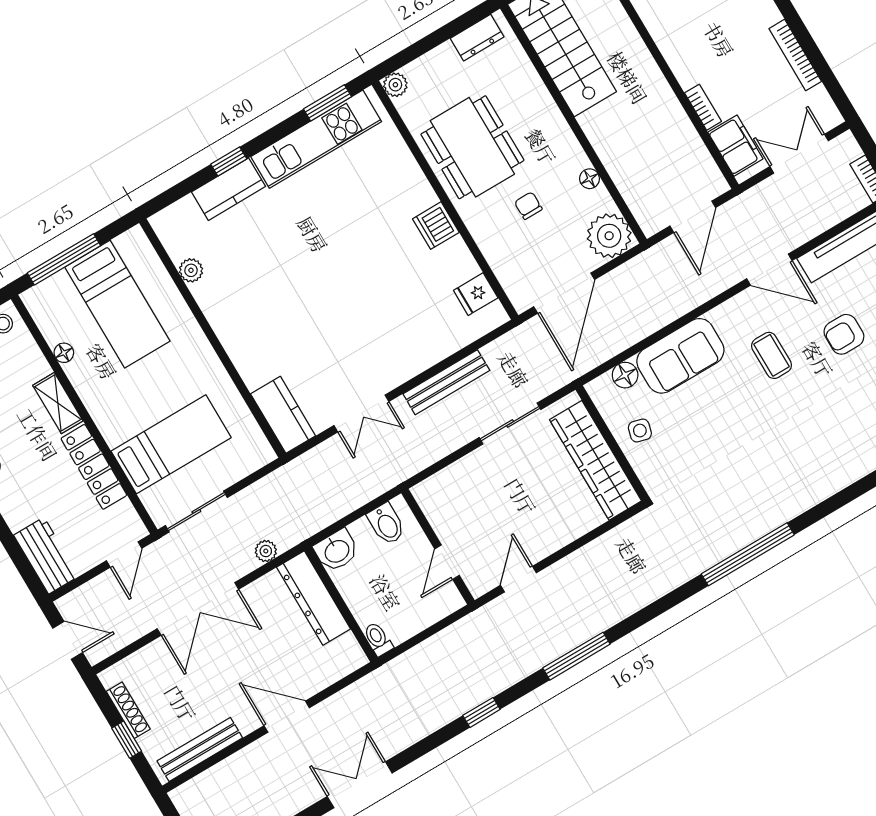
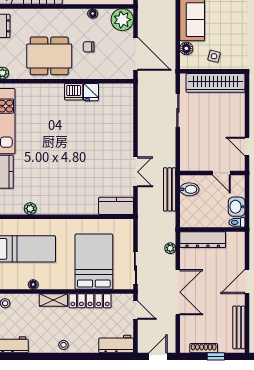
fridge: (476, 294) -> (91, 92), moved
bench: (446, 382) -> (170, 189), moved
bed: (171, 444) -> (94, 262), width x1.50
washbasin: (337, 551) -> (237, 207), moved, turned 180

